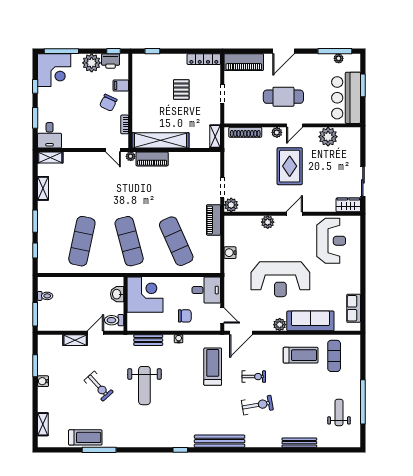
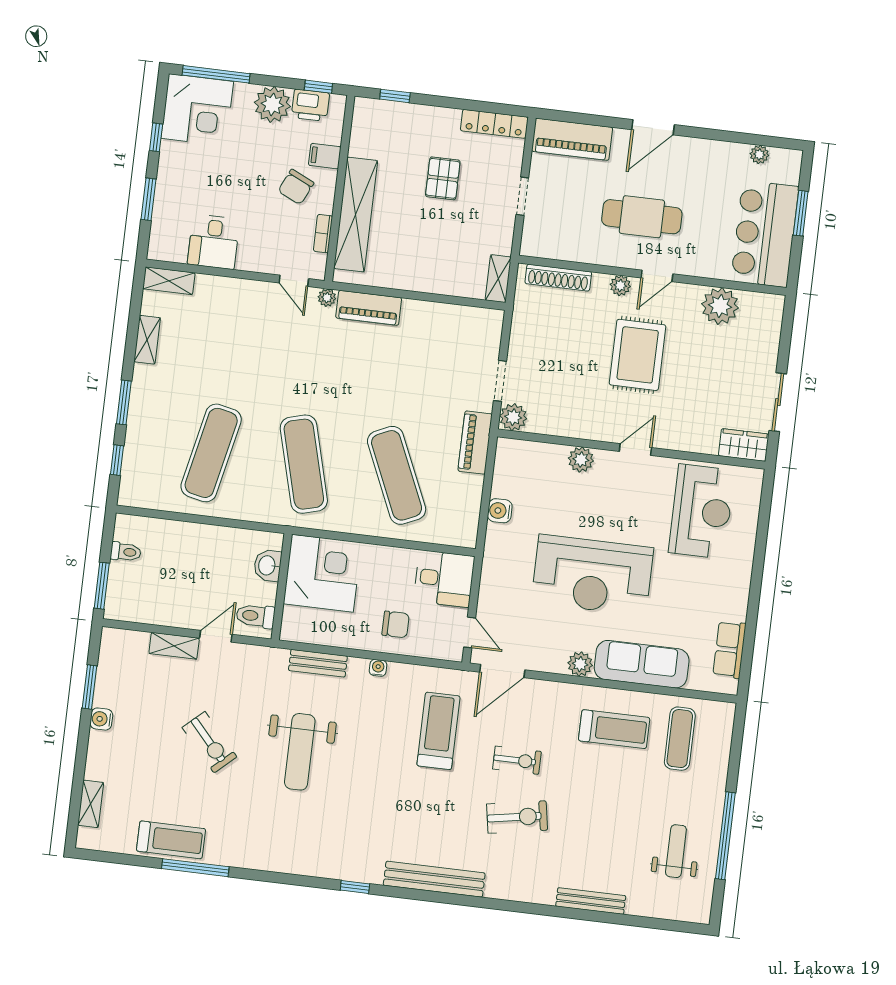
window: (335, 51) -> (754, 139), removed
desk: (50, 135) -> (214, 242), moved
shelving: (161, 140) -> (356, 215), moved, turned 90

